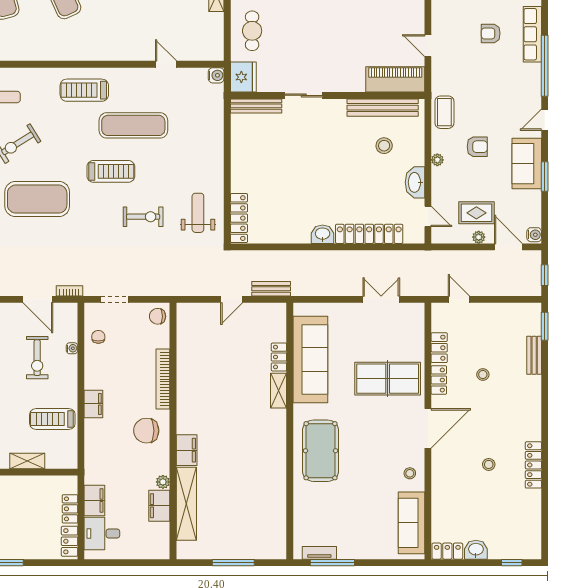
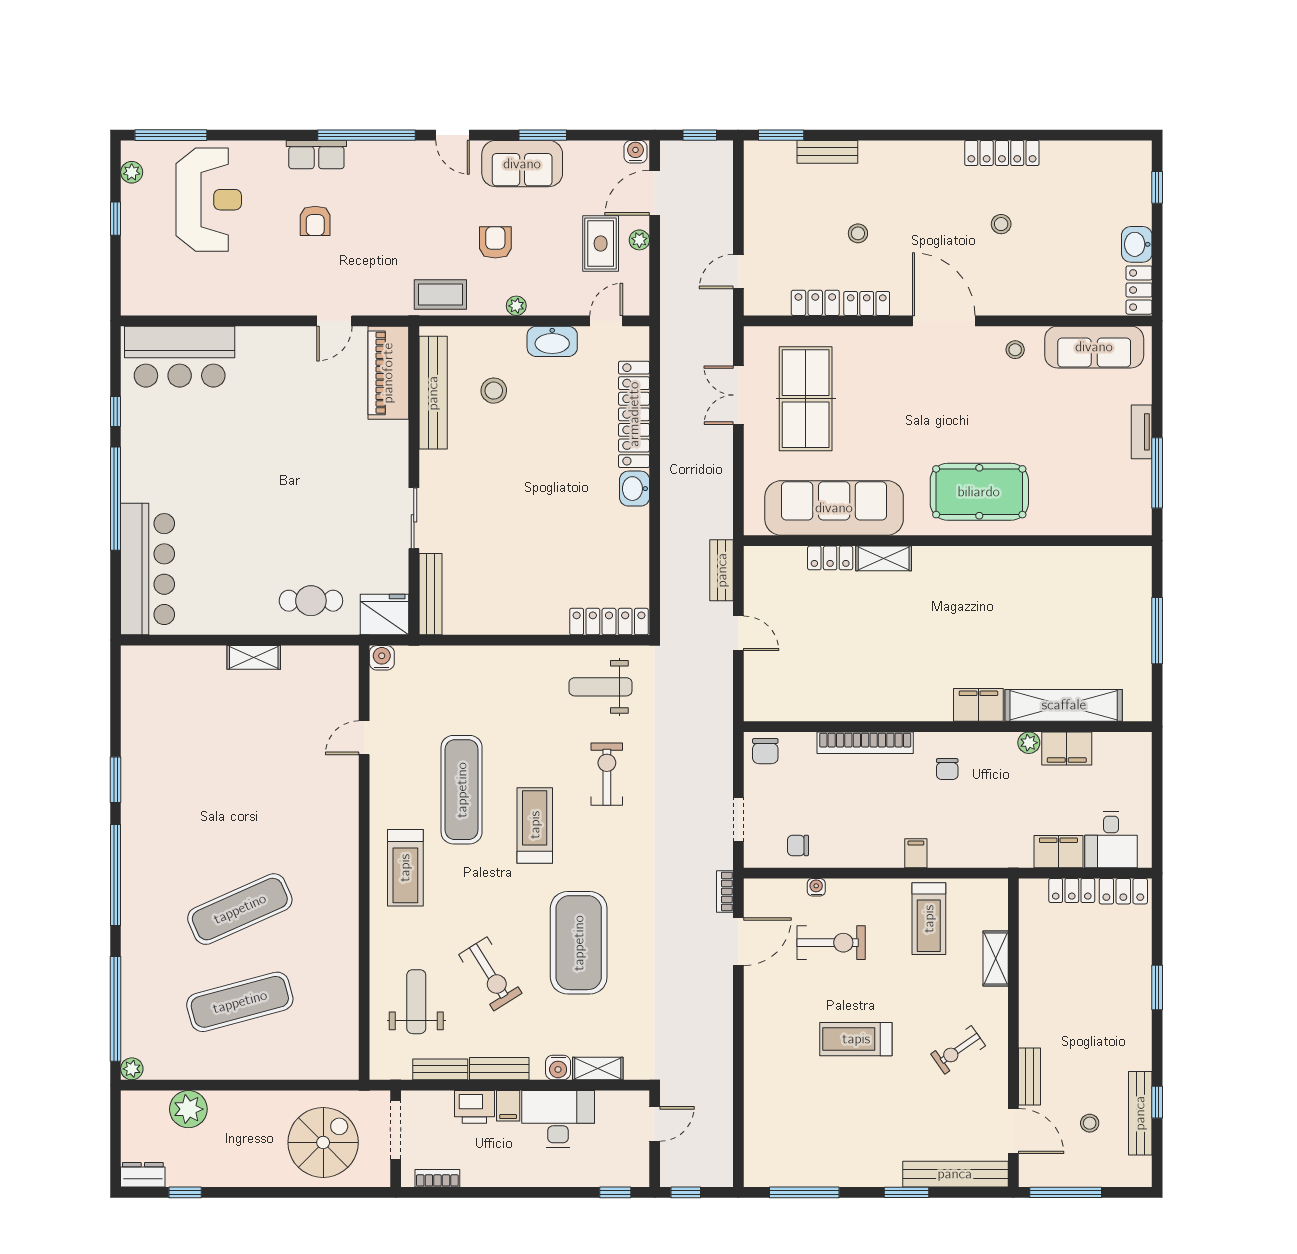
row of seats: (532, 34) -> (316, 155), width x0.68
table tennis table: (388, 379) -> (806, 399), moved
filing cabinet: (93, 404) -> (916, 853), width x0.50
chair: (146, 431) -> (947, 769), width x0.54, depth x0.54
tv unit: (319, 553) -> (1142, 432), moved

